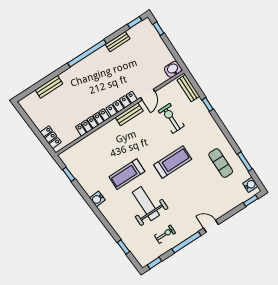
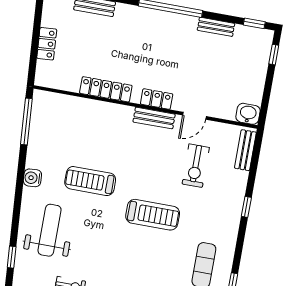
locker: (122, 104) -> (157, 99), width x0.66
window: (208, 104) -> (246, 207), moved
exercise bike: (171, 118) -> (196, 166), turned 180
locker: (51, 137) -> (47, 44), moved
window: (69, 174) -> (26, 122), width x2.17
weight bench: (146, 204) -> (50, 230), moved

